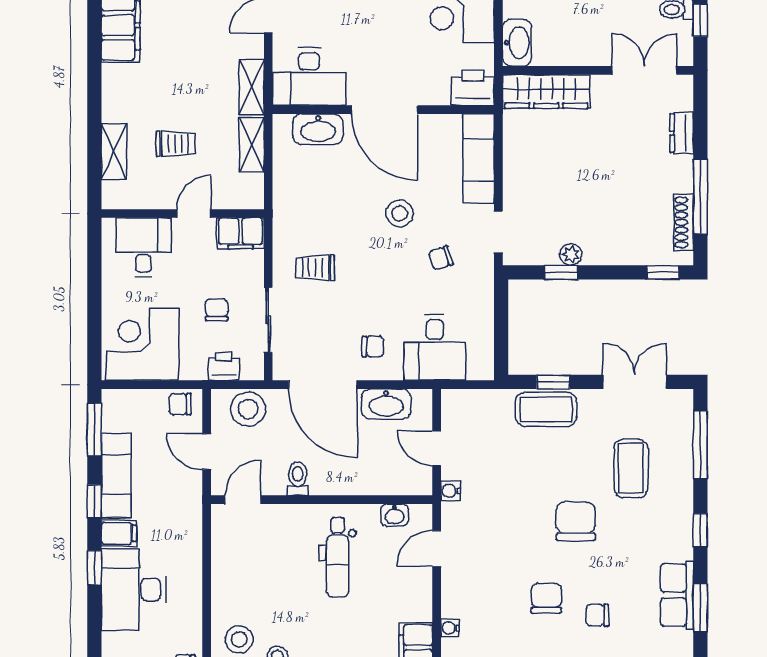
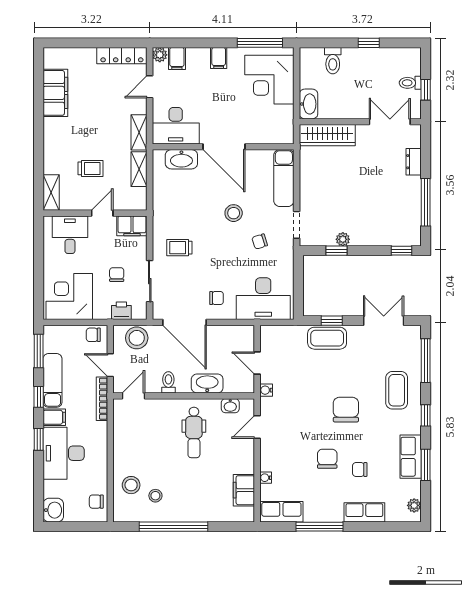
printer: (473, 88) -> (280, 133), removed
shelving: (114, 152) -> (51, 193), moved
shoe rack: (684, 222) -> (415, 219), removed
desk: (435, 347) -> (263, 299), width x1.37
washbasin: (386, 404) -> (207, 383), moved, turned 180
coffee table: (631, 469) -> (397, 390), moved
bookcase: (194, 504) -> (102, 399), added

